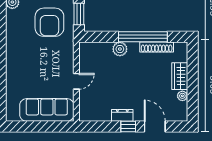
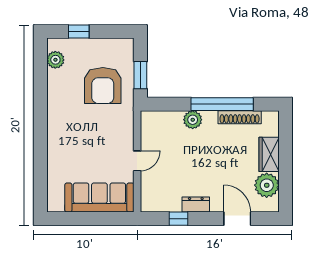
plant: (182, 96) -> (267, 185), width x1.87, depth x1.87
window: (128, 126) -> (178, 219), moved

